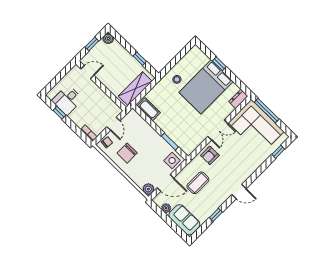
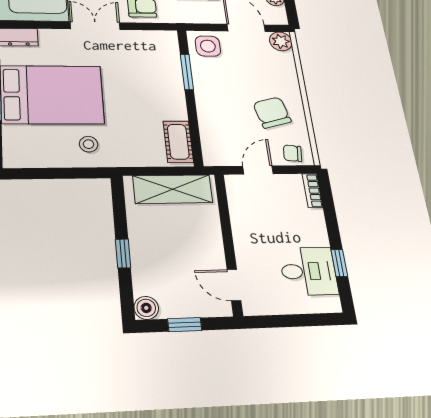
window: (140, 59) -> (123, 253), moved
chair: (127, 153) -> (272, 112), turned -105

